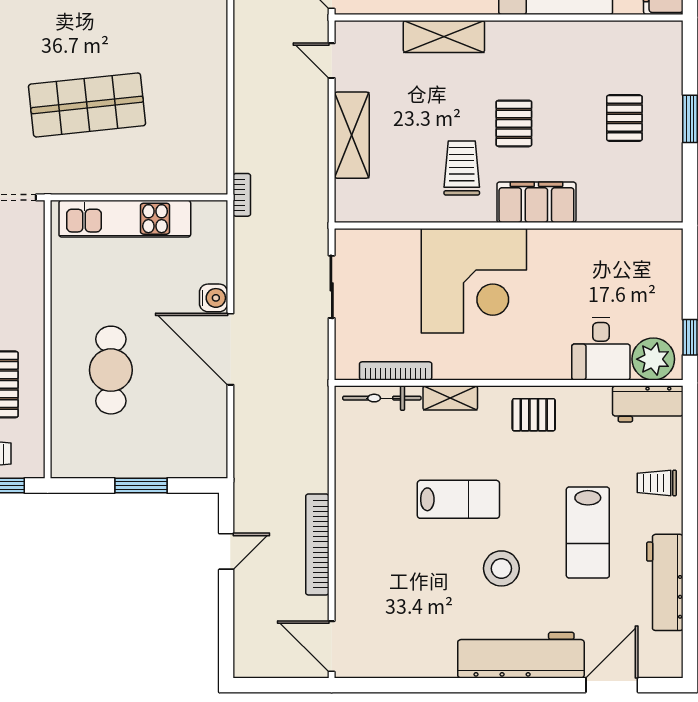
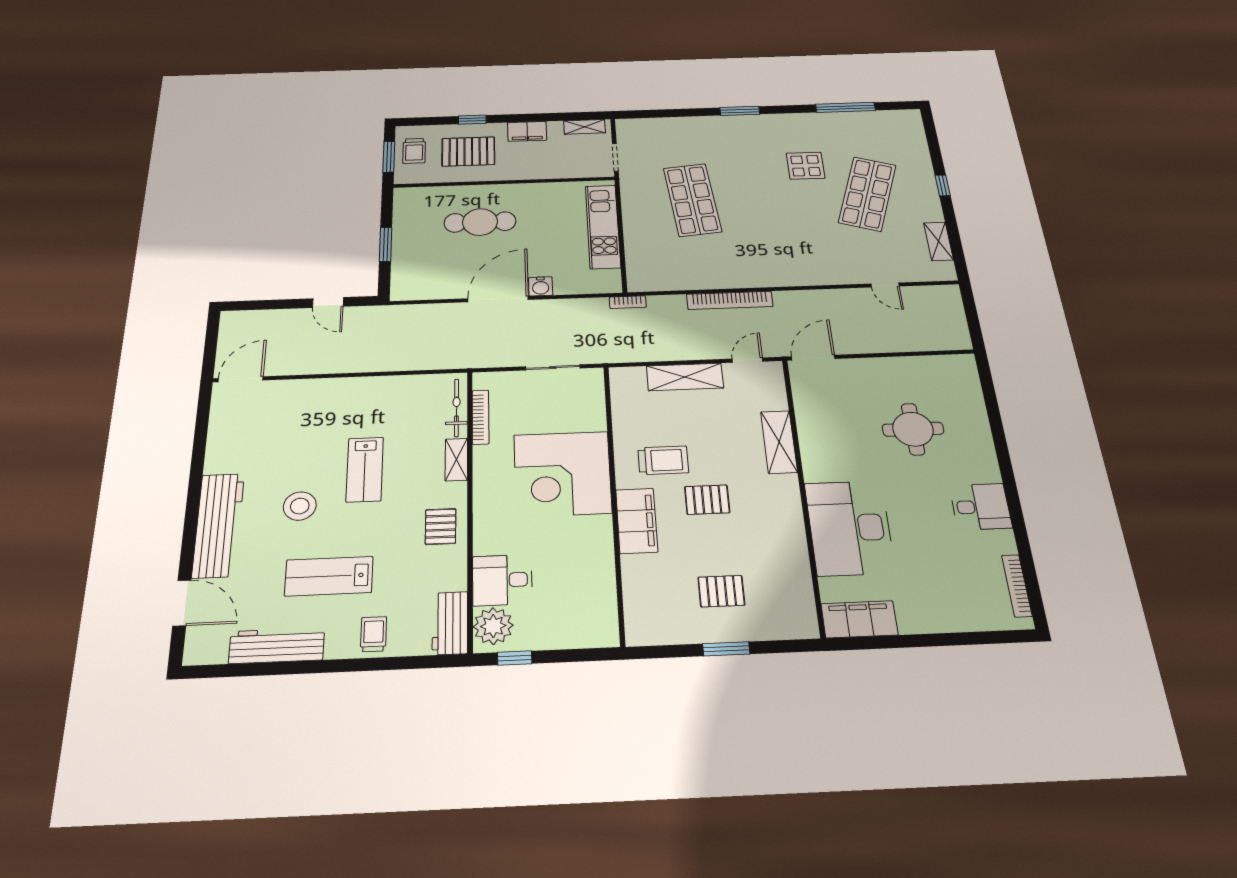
bookcase: (317, 544) -> (730, 300), moved, turned 180

